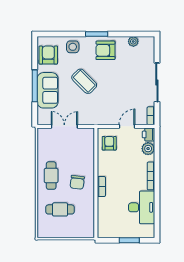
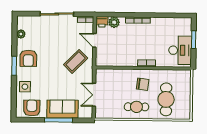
armchair: (48, 55) -> (32, 108), turned 90
coffee table: (84, 81) -> (76, 61), moved
armchair: (109, 143) -> (109, 56), removed
desk: (142, 207) -> (180, 50), moved, turned 90
cafe table: (60, 209) -> (166, 99), width x1.37, depth x1.35

